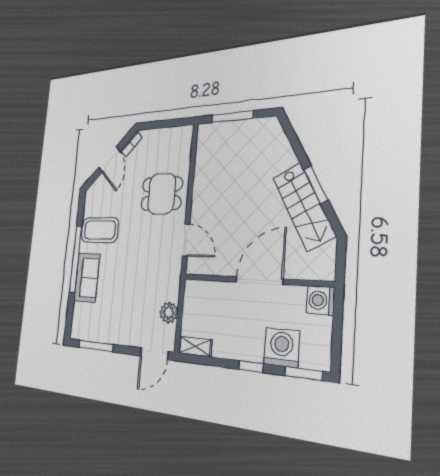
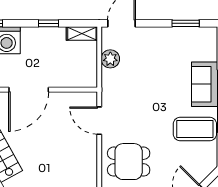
window: (96, 346) -> (186, 23), width x0.69
window: (251, 367) -> (49, 23), moved

